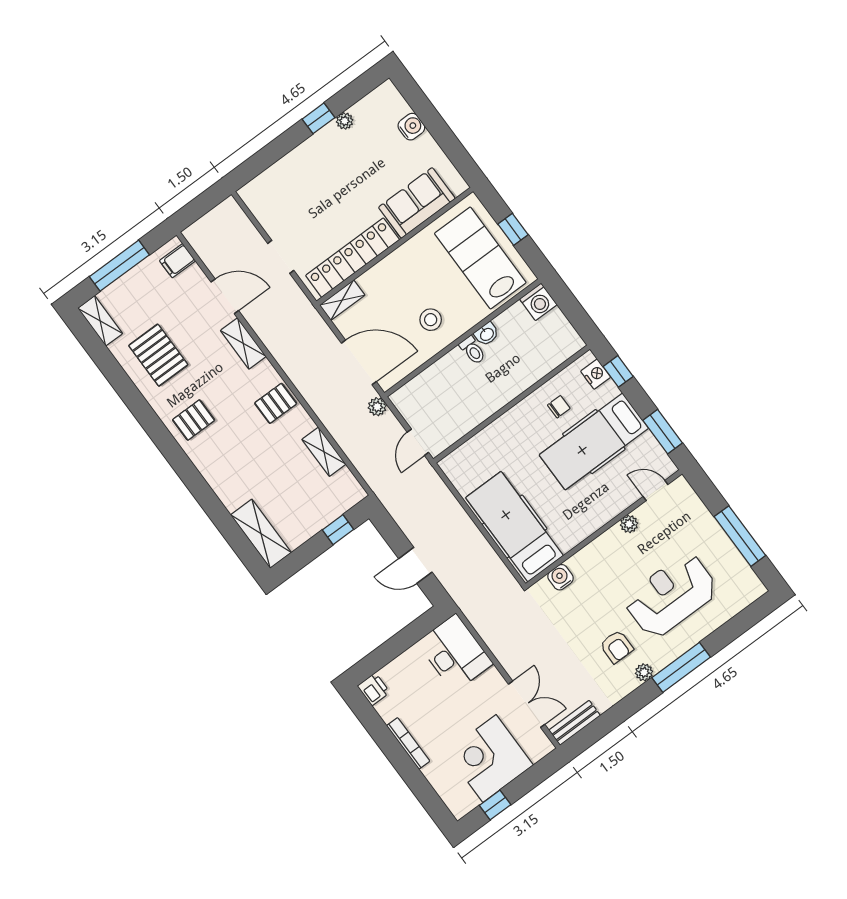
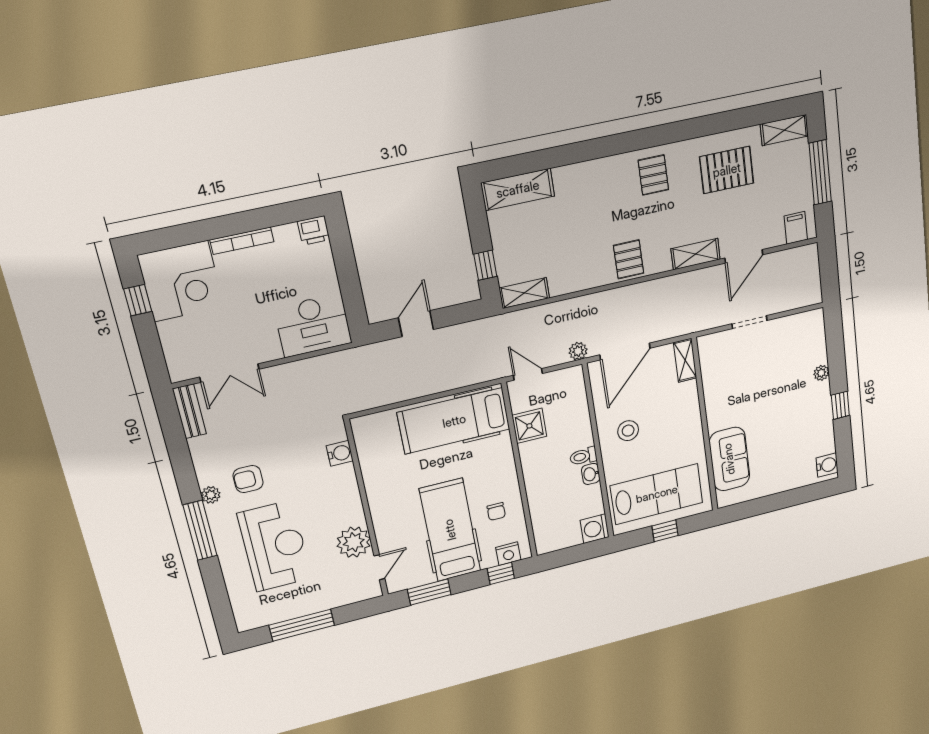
plant: (345, 121) -> (821, 373), moved
water cooler: (411, 127) -> (827, 465), moved, turned -90
locker: (353, 258) -> (715, 385), removed
shower: (465, 417) -> (529, 426), added
shelving: (324, 452) -> (524, 293), moved
plant: (629, 524) -> (354, 542), width x1.87, depth x1.87
hospital bed: (514, 527) -> (454, 421), moved, turned 180
corner desk: (490, 759) -> (181, 281), moved, turned 90

